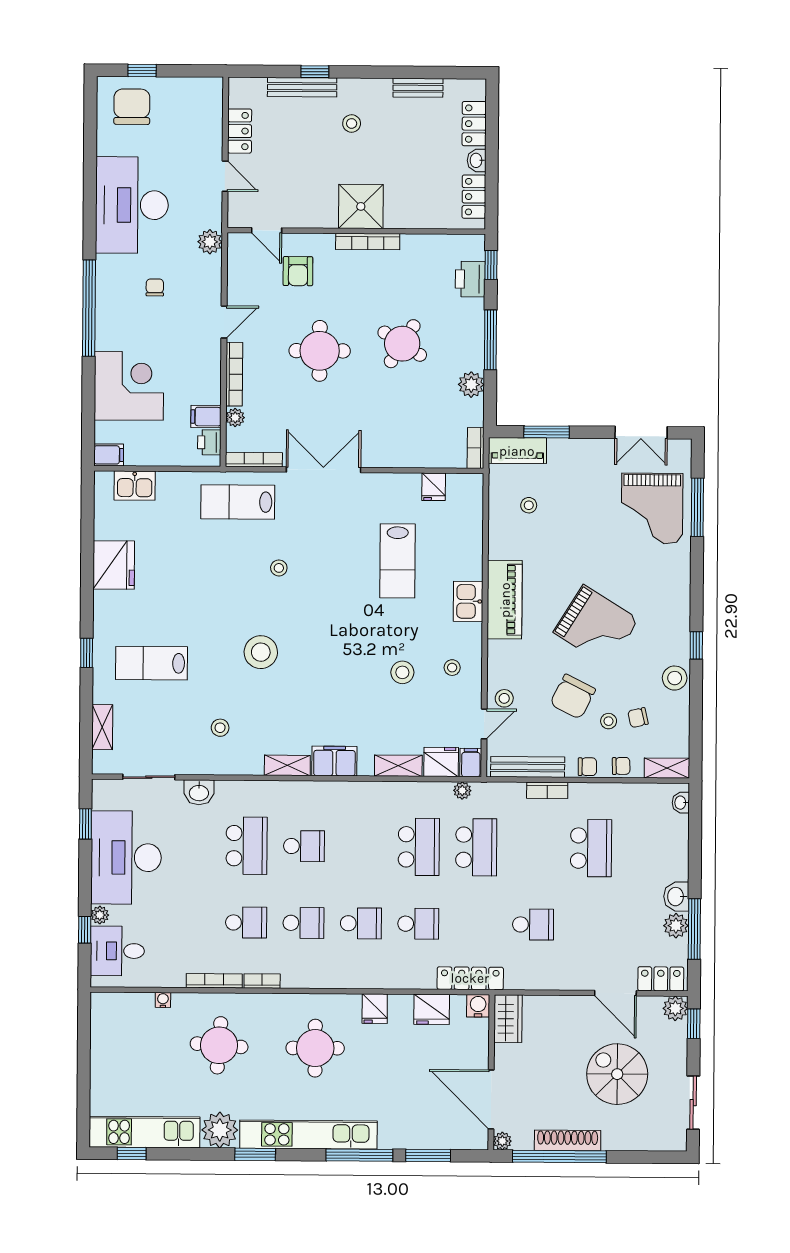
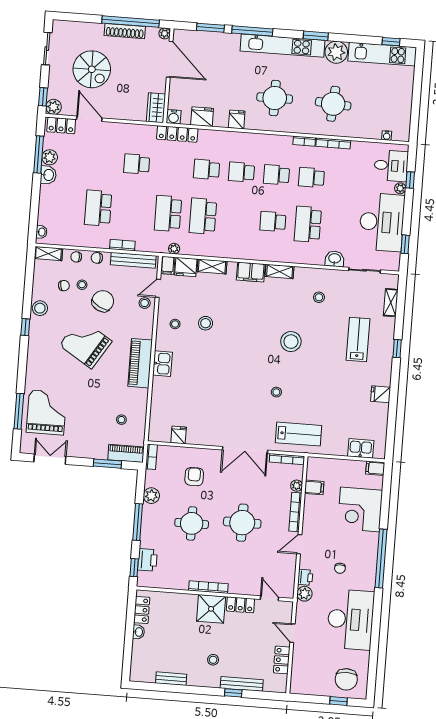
locker: (474, 124) -> (240, 605), moved, turned 90
armchair: (298, 271) -> (194, 477), moved
round table: (402, 344) -> (192, 523), turned -32
printer: (209, 442) -> (305, 577), moved
lab bench: (398, 561) -> (204, 391), removed
fridge: (114, 565) -> (381, 394), width x0.53, depth x0.75
lab bench: (152, 663) -> (358, 339), turned -90
water cooler: (163, 1000) -> (387, 135), moved

